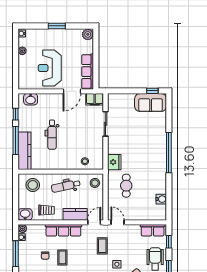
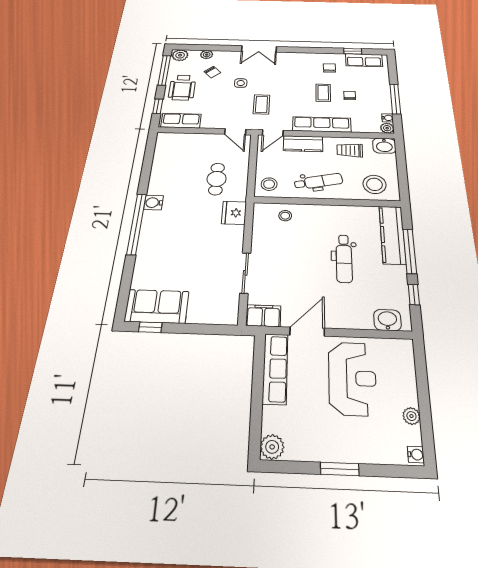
dental chair: (52, 135) -> (344, 258), turned 180
water cooler: (161, 199) -> (154, 203), moved

